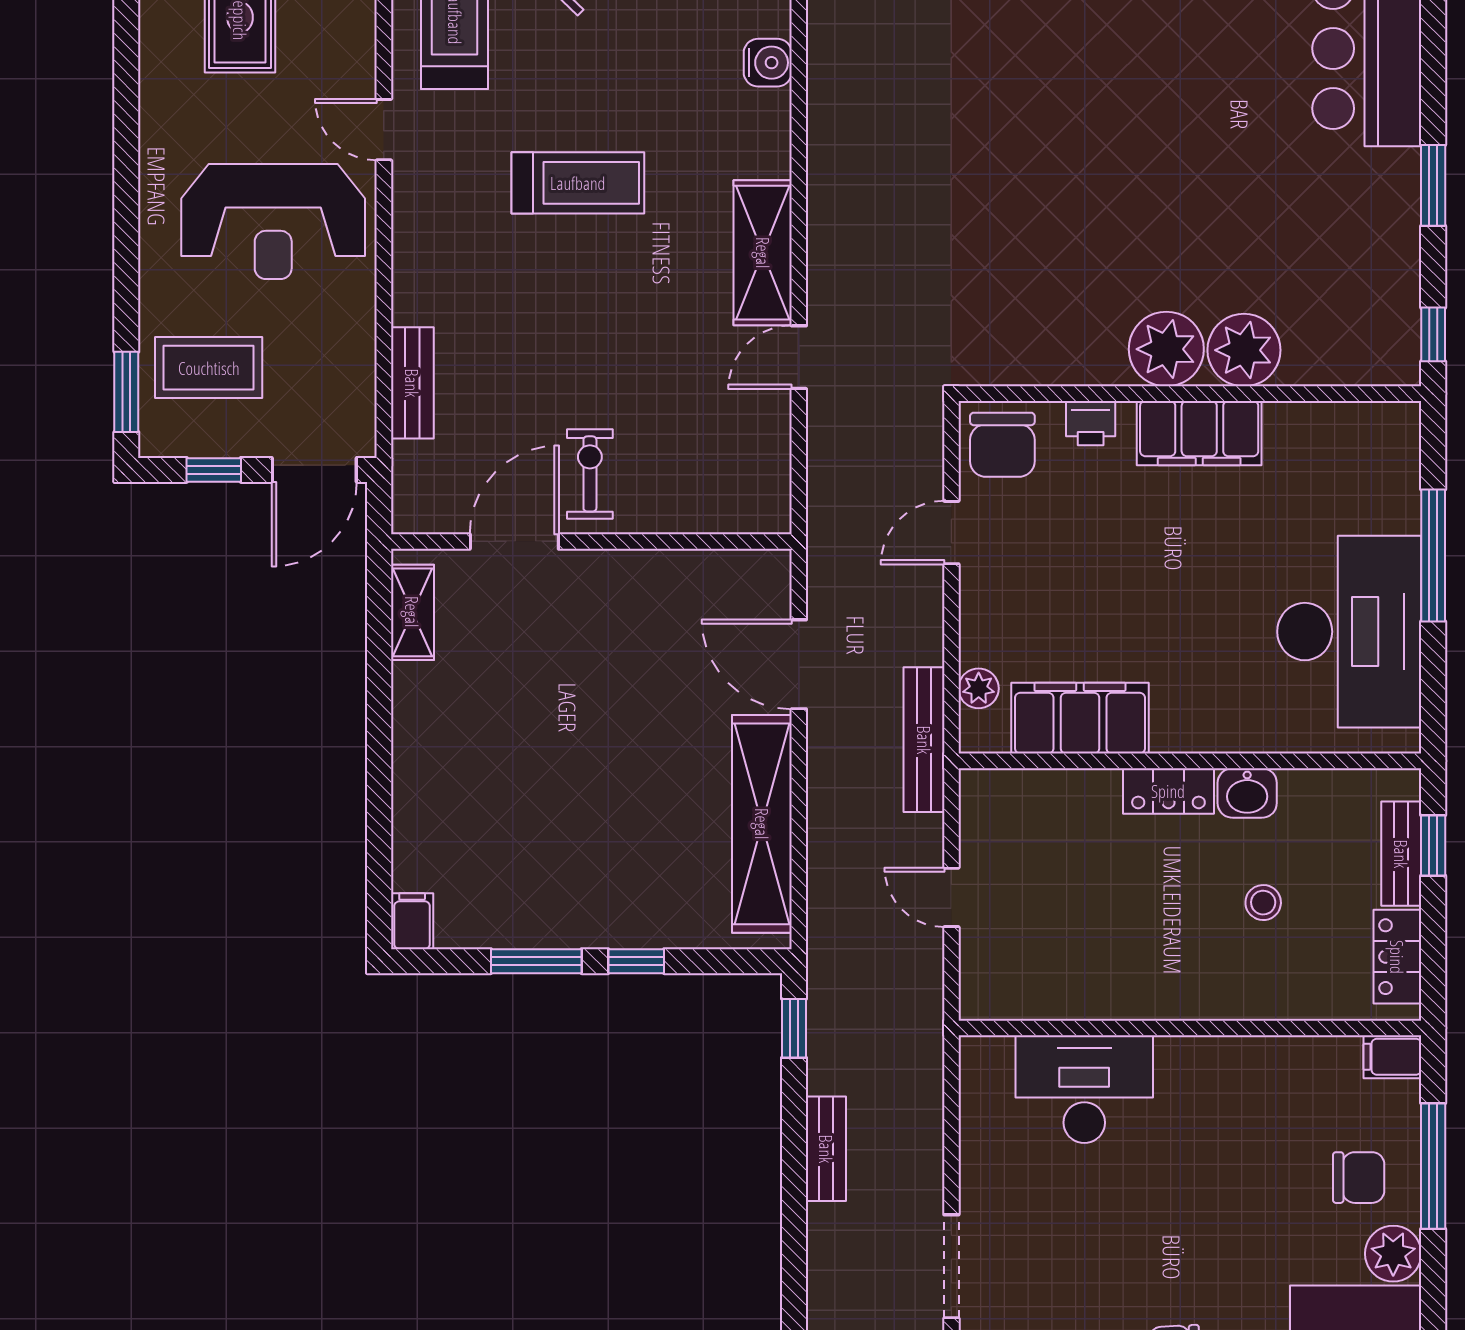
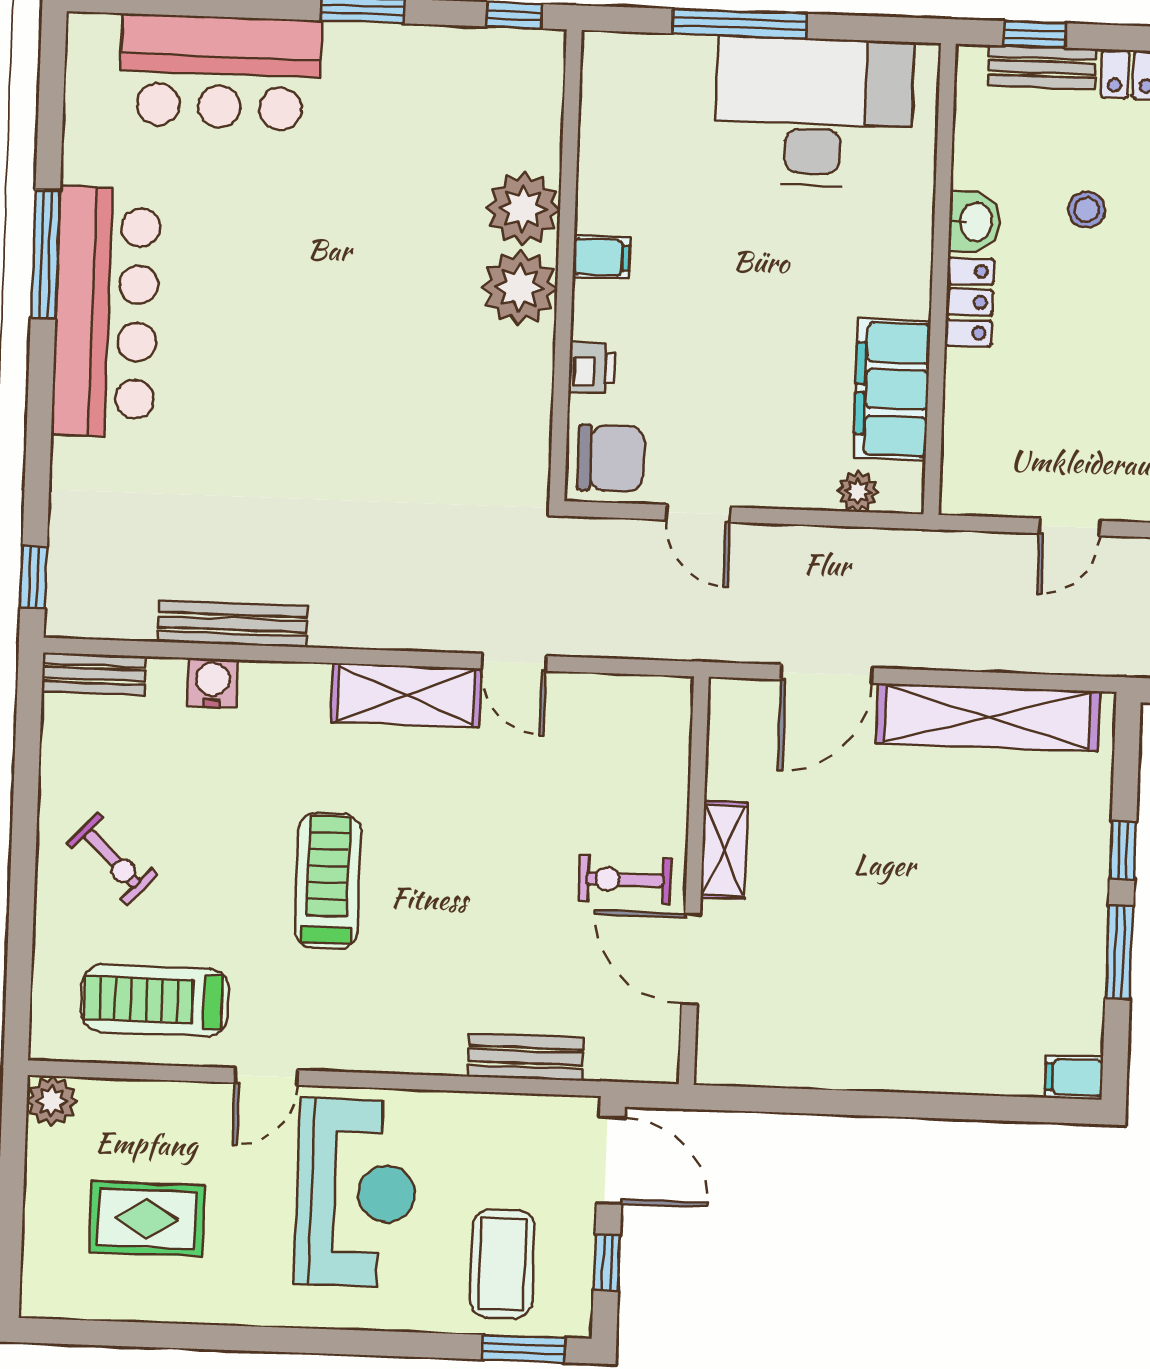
filing cabinet: (1199, 433) -> (601, 257), width x0.33, depth x0.86
shelving: (412, 612) -> (724, 850), moved, turned 90
bench: (924, 740) -> (233, 624), moved

